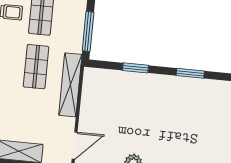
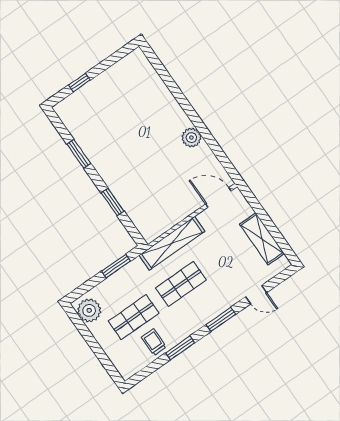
window: (88, 31) -> (116, 266), width x0.69

